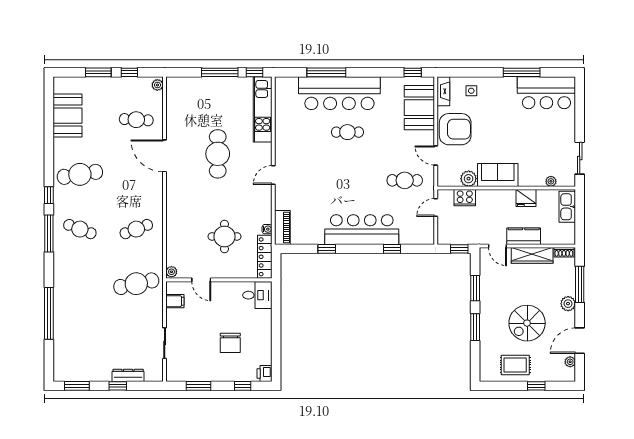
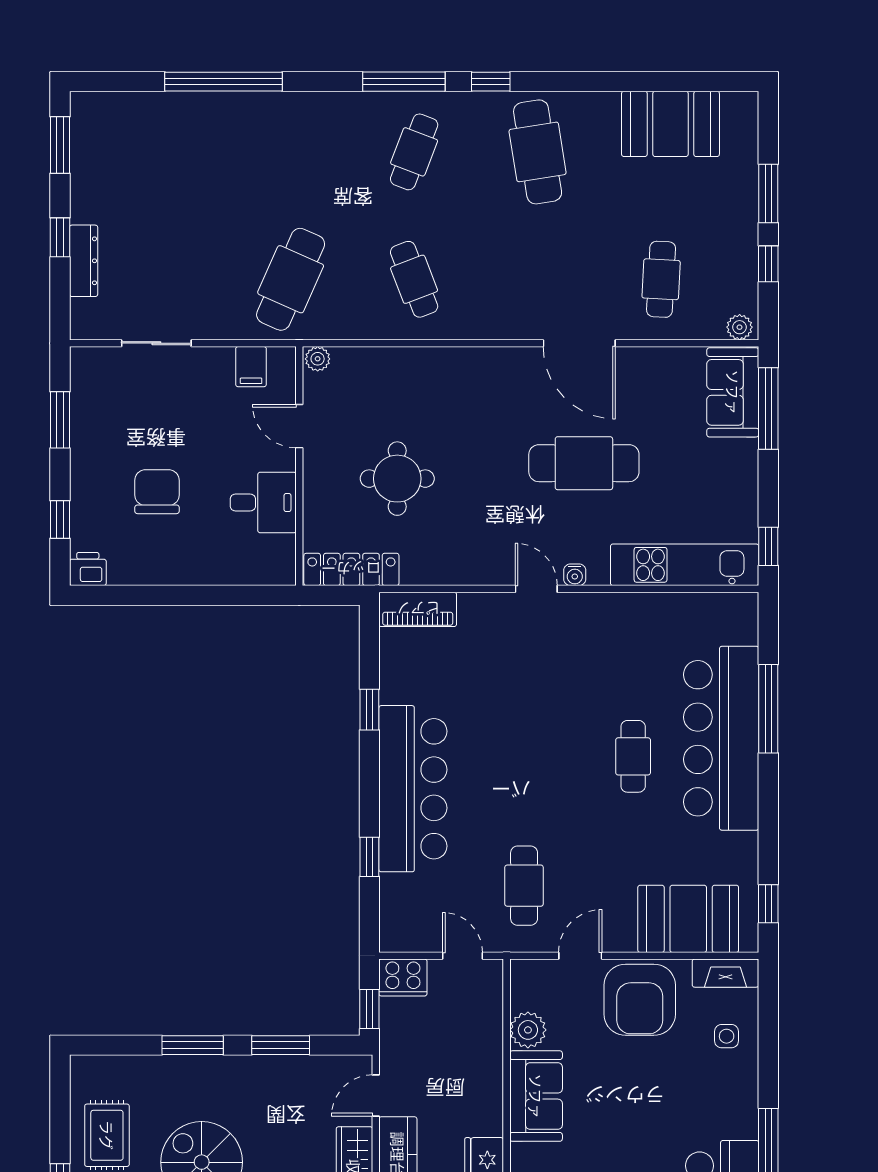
window: (220, 72) -> (768, 408), moved
sofa: (186, 88) -> (733, 392), added
door: (165, 156) -> (579, 343), swing flipped
cooker: (465, 198) -> (403, 977), moved, turned -90
water cooler: (267, 229) -> (575, 575), moved
door: (201, 280) -> (299, 426), hinge flipped
cafe table: (136, 284) -> (291, 279), turned 36
desk: (257, 295) -> (263, 503), moved, turned -90
chair: (230, 343) -> (157, 492), turned 90

